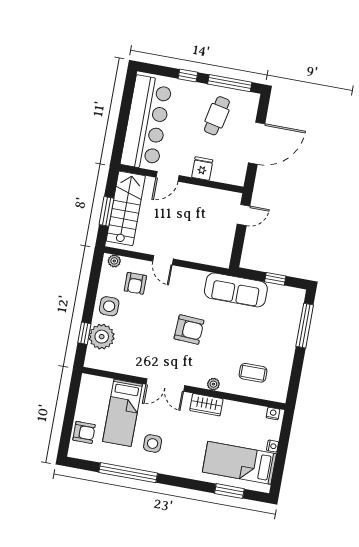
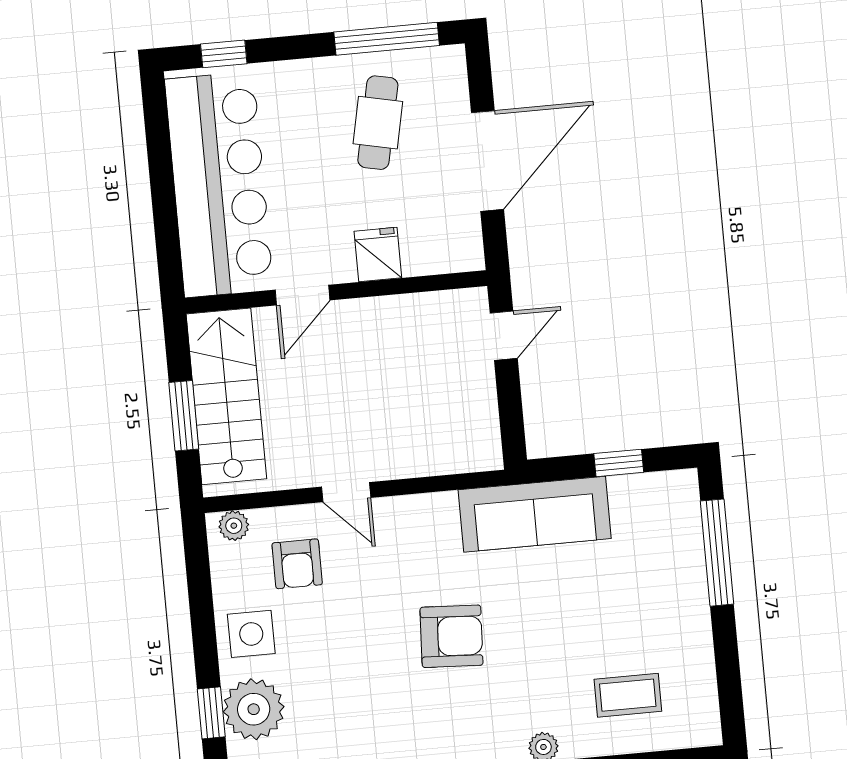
window: (188, 76) -> (224, 54), moved

